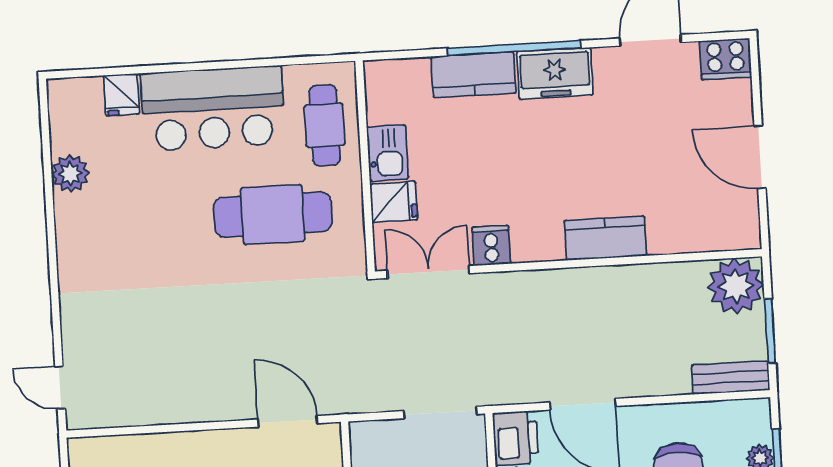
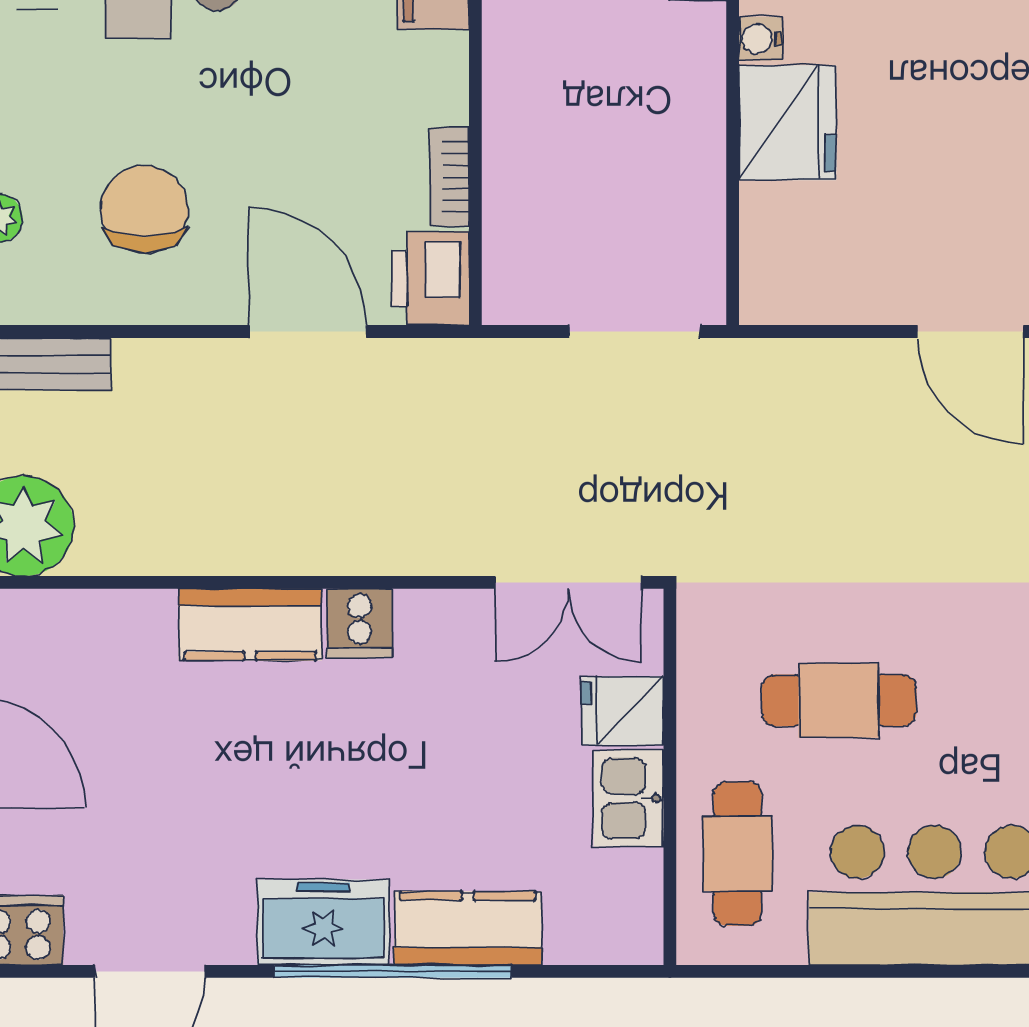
cafe table: (273, 215) -> (839, 700), width x0.73, depth x0.74
cooker: (491, 245) -> (360, 623), moved
doorway: (440, 413) -> (635, 331), moved
door: (288, 421) -> (970, 331), moved

